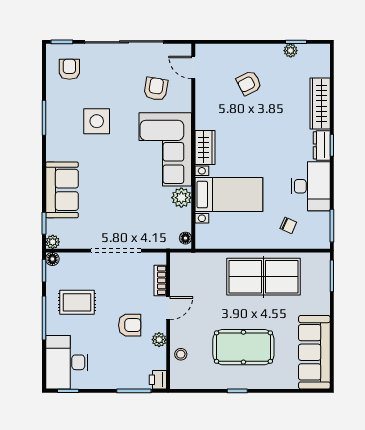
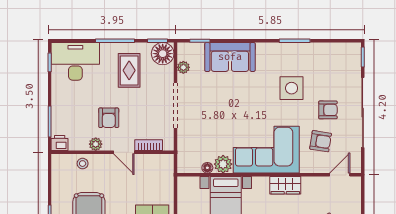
armchair: (69, 69) -> (328, 110), moved
wardrobe: (205, 147) -> (285, 185), moved
floor lamp: (185, 238) -> (207, 168), moved
plant: (53, 242) -> (183, 67), moved
floor lamp: (52, 259) -> (163, 54), width x1.89, depth x1.89

